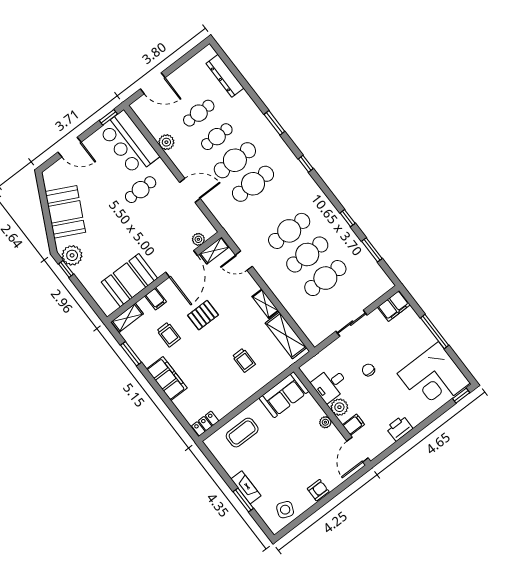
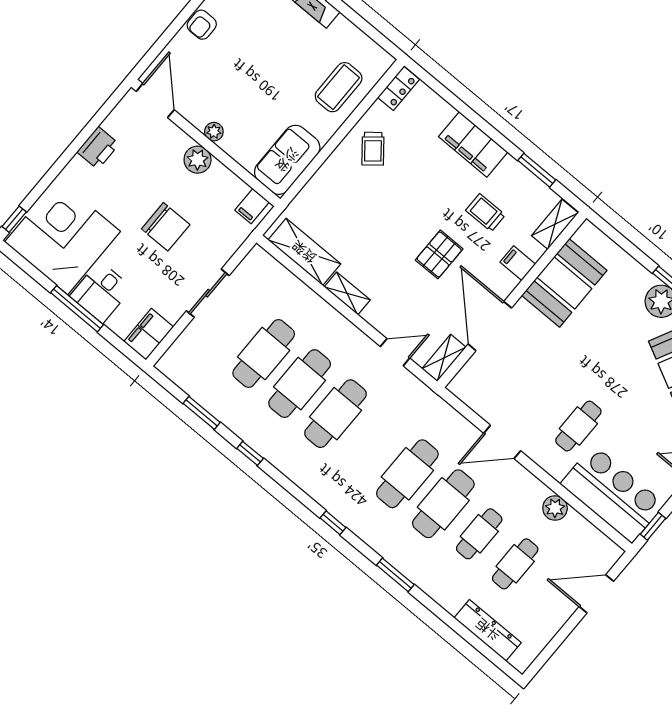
plant: (198, 239) -> (472, 369), removed
trolley: (244, 360) -> (373, 149), moved, turned -129
chair: (368, 370) -> (166, 227), width x1.87, depth x1.87
desk: (330, 385) -> (101, 292), moved, turned 180
filing cabinet: (353, 425) -> (252, 206), moved

